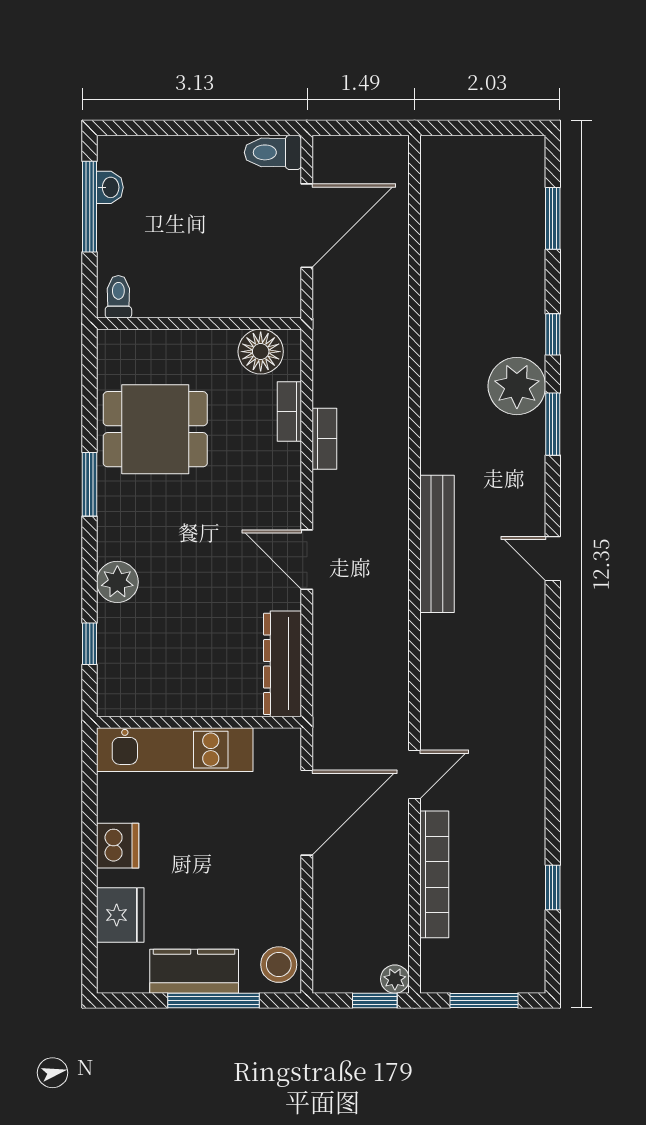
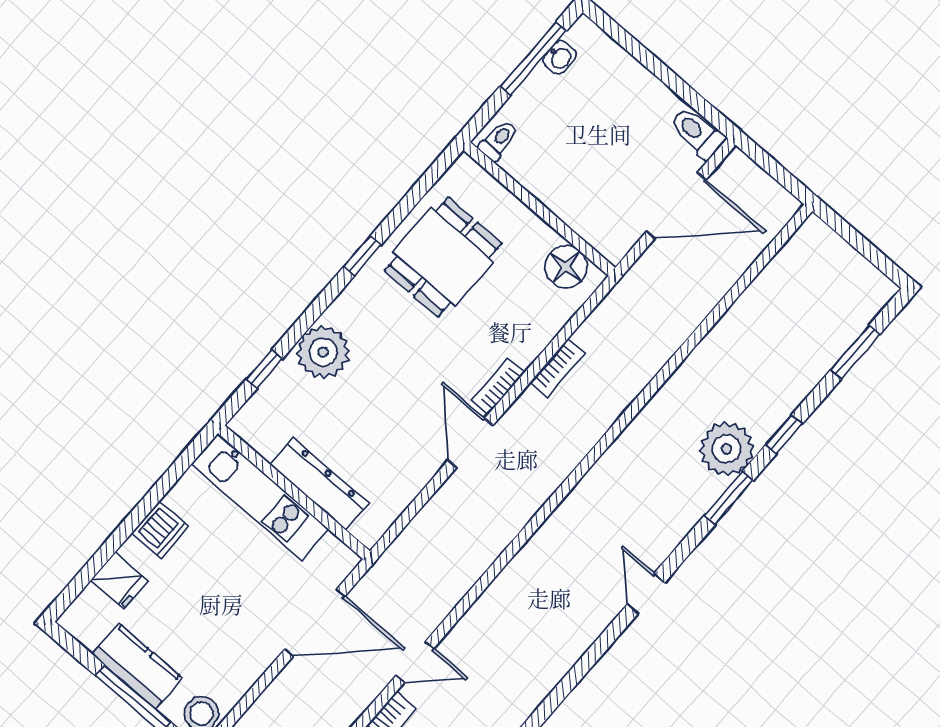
bookcase: (289, 412) -> (498, 386), moved
dining table: (155, 429) -> (443, 257), turned 90
window: (90, 484) -> (363, 256), width x0.67
bench: (437, 544) -> (573, 512), removed
plant: (117, 582) -> (323, 352), width x1.36, depth x1.36
dresser: (282, 664) -> (319, 484), moved, turned 90
fridge: (120, 915) -> (119, 581), width x0.72

